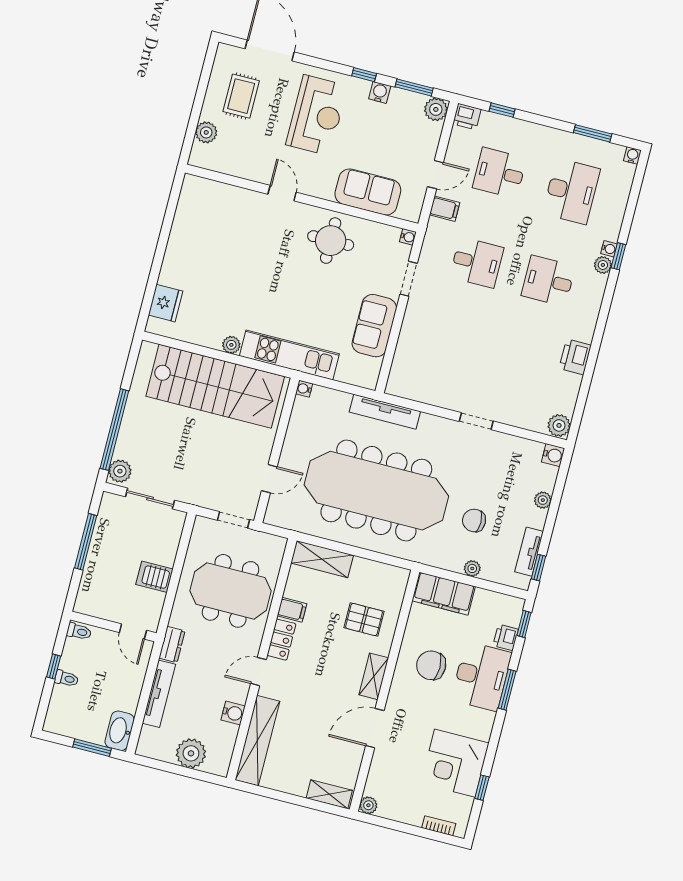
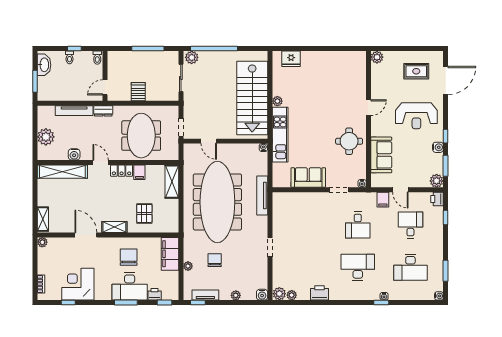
plant: (206, 132) -> (377, 57), moved
plant: (603, 265) -> (292, 295), moved
desk: (548, 281) -> (358, 267), width x1.37
washbasin: (120, 731) -> (44, 65), moved, turned 90

